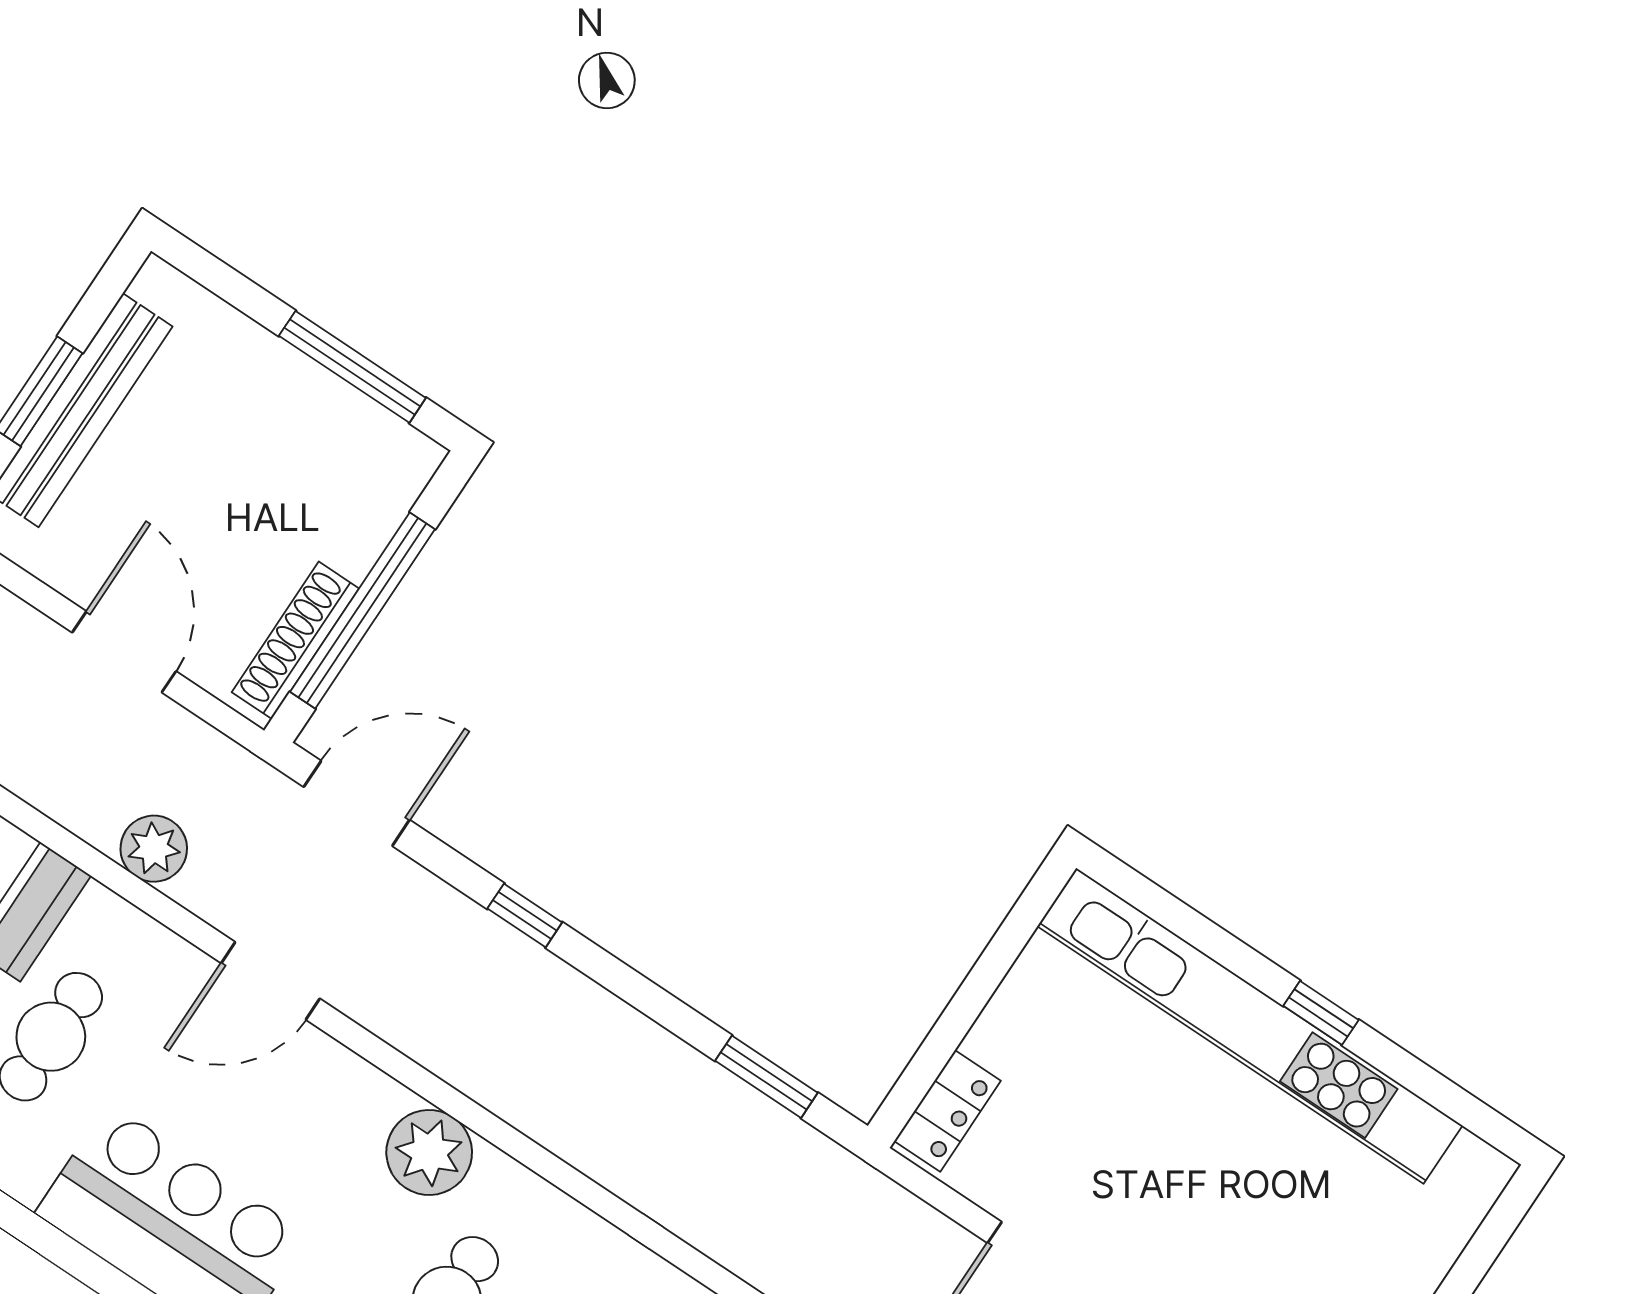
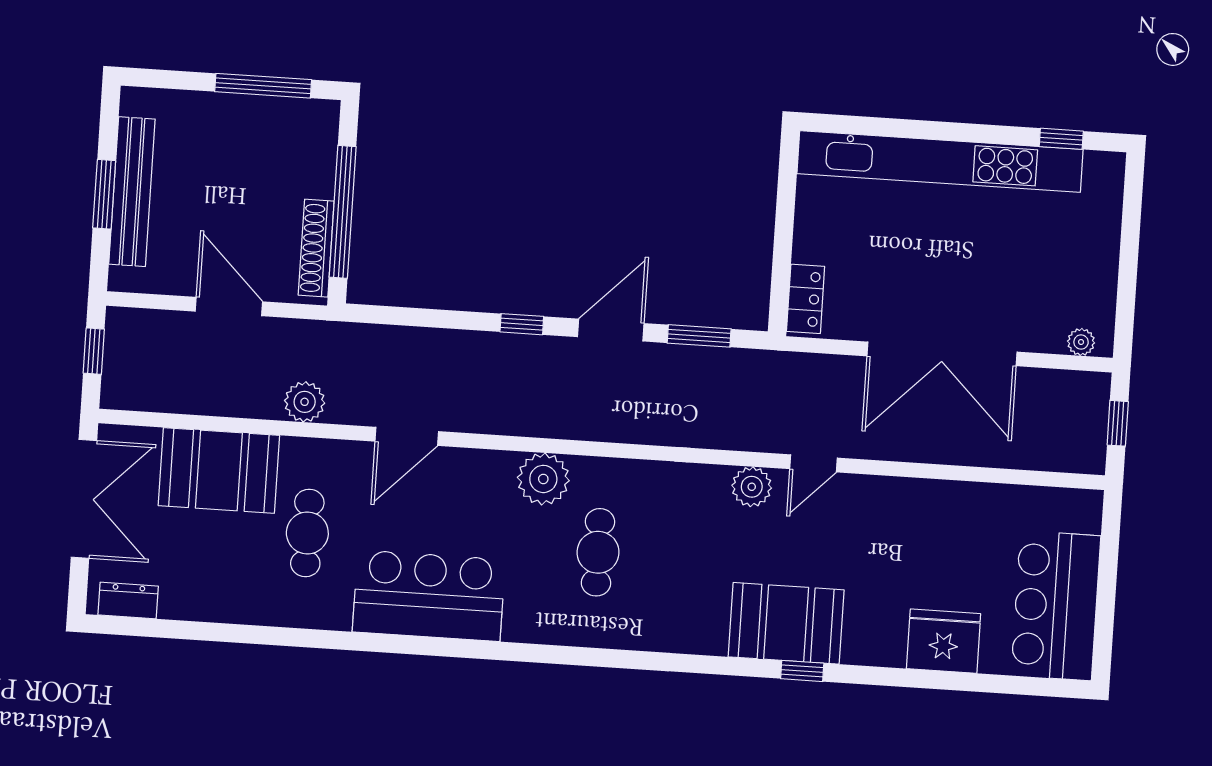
door: (357, 803) -> (611, 330), moved
window: (1321, 1013) -> (1061, 139), moved

